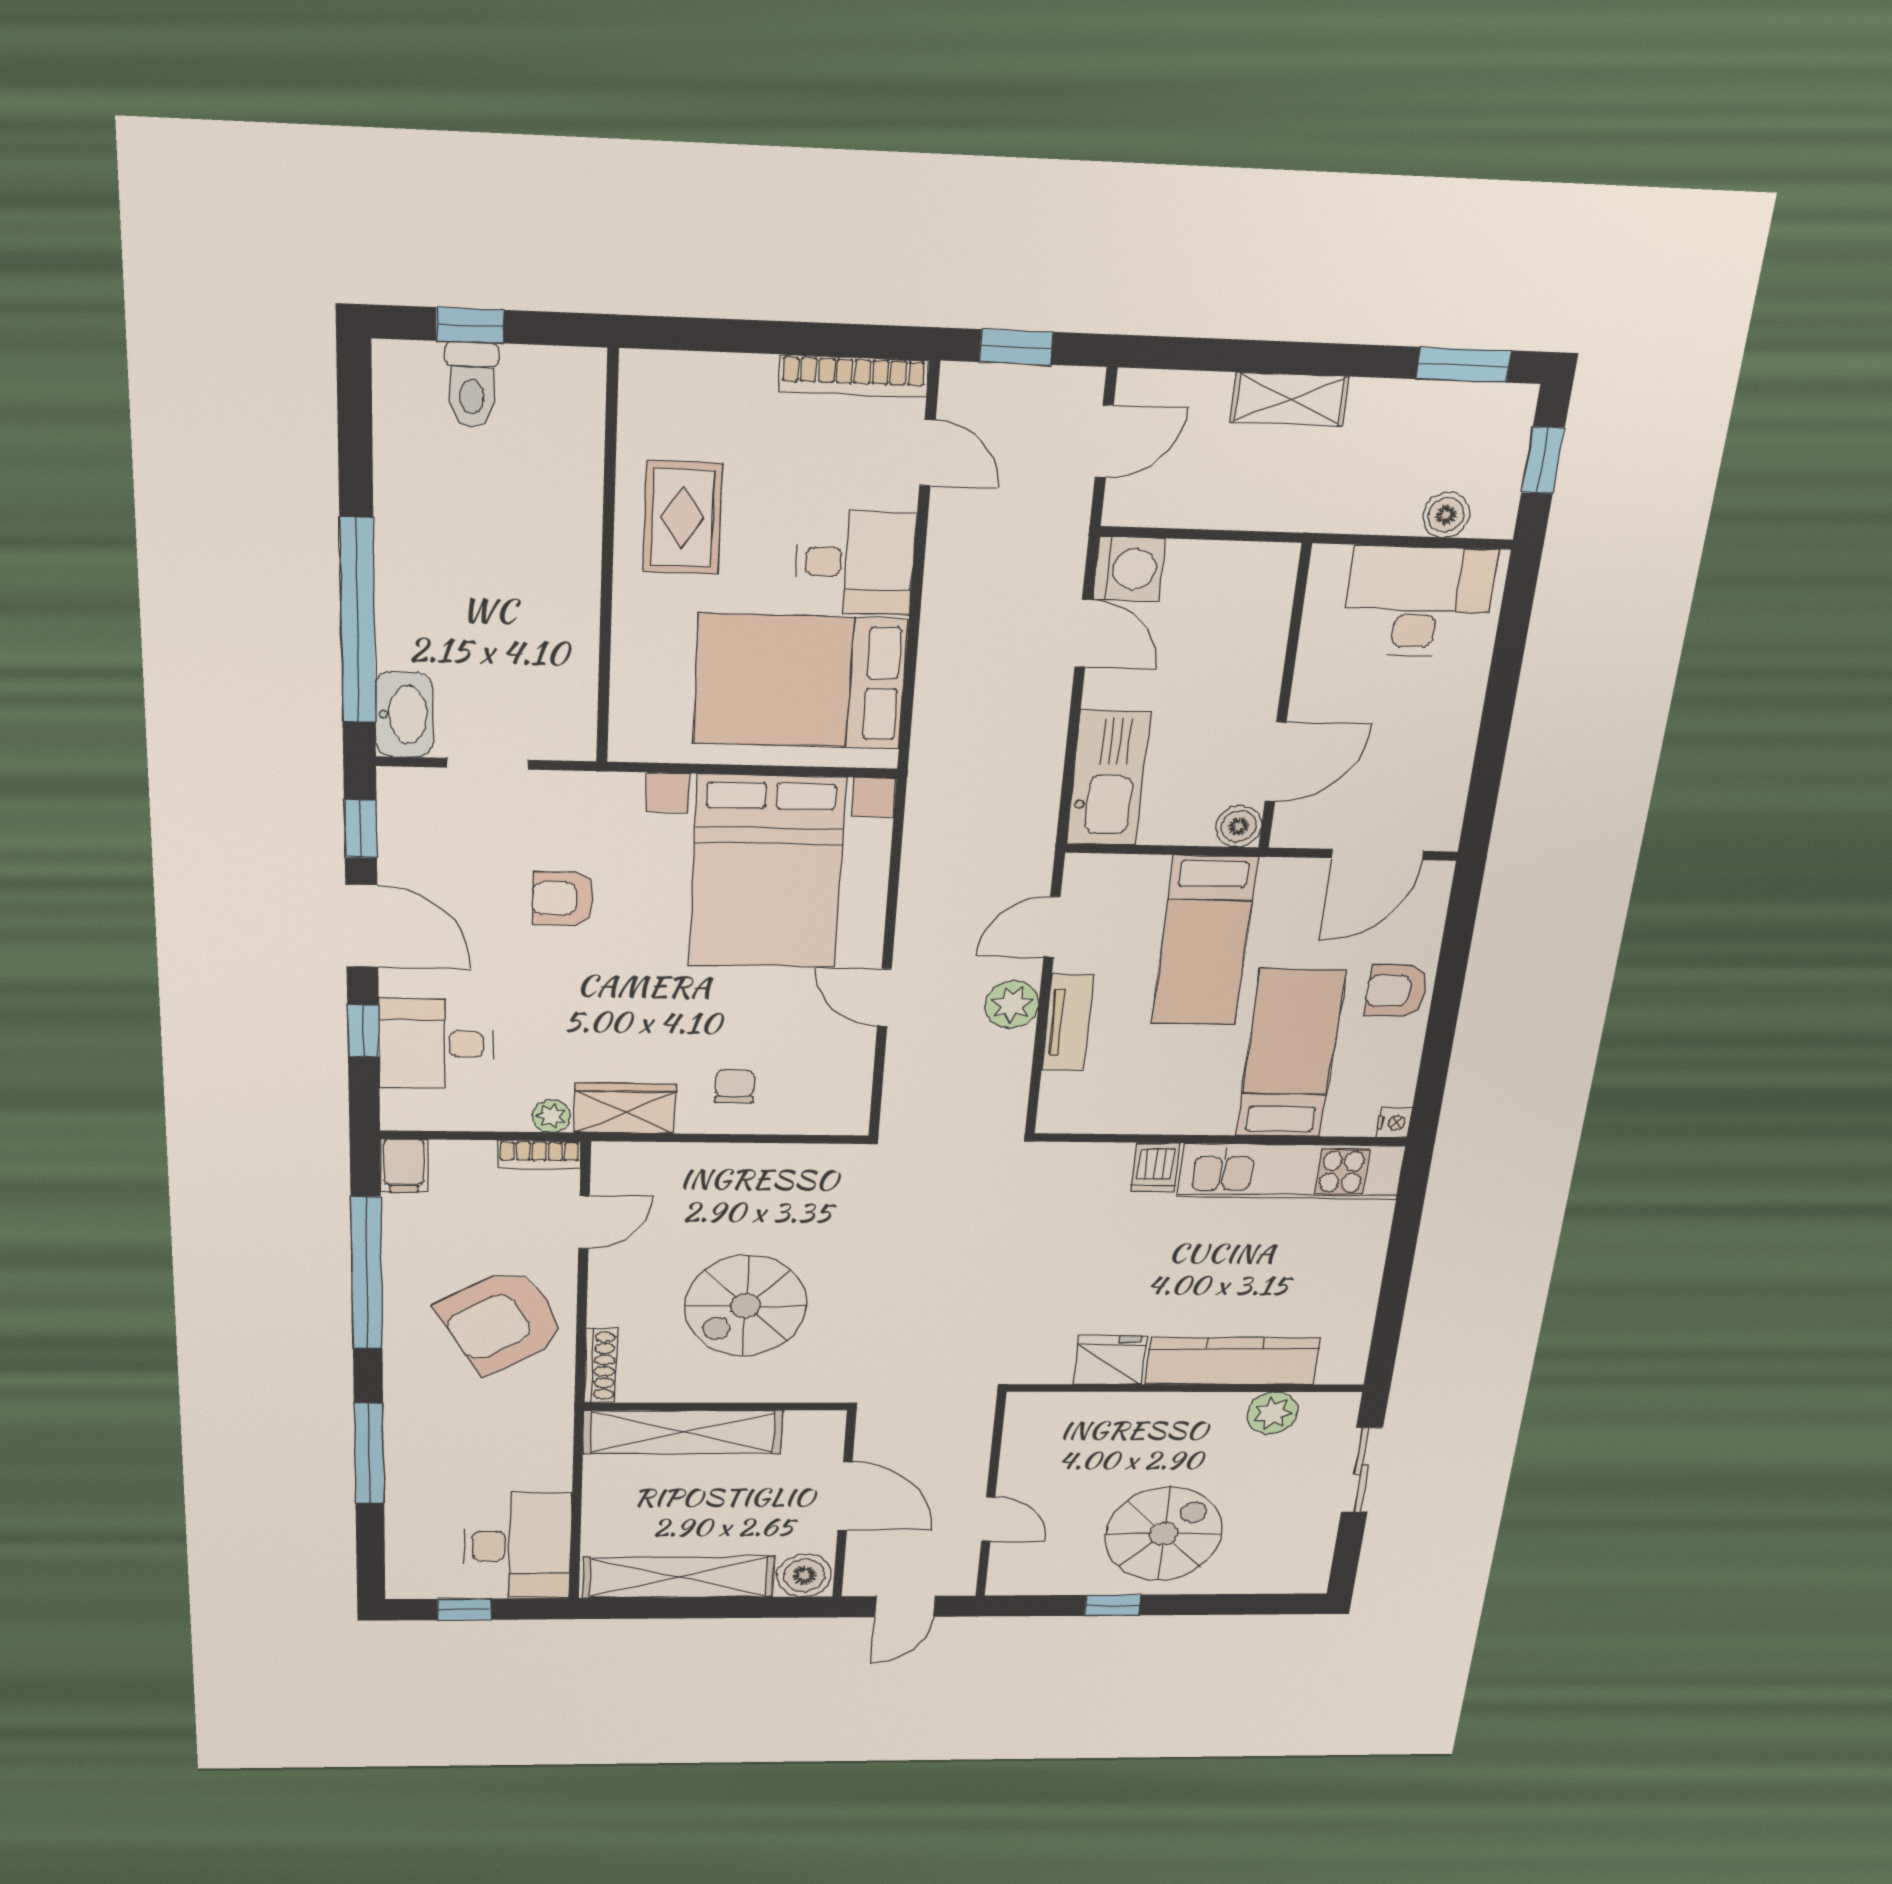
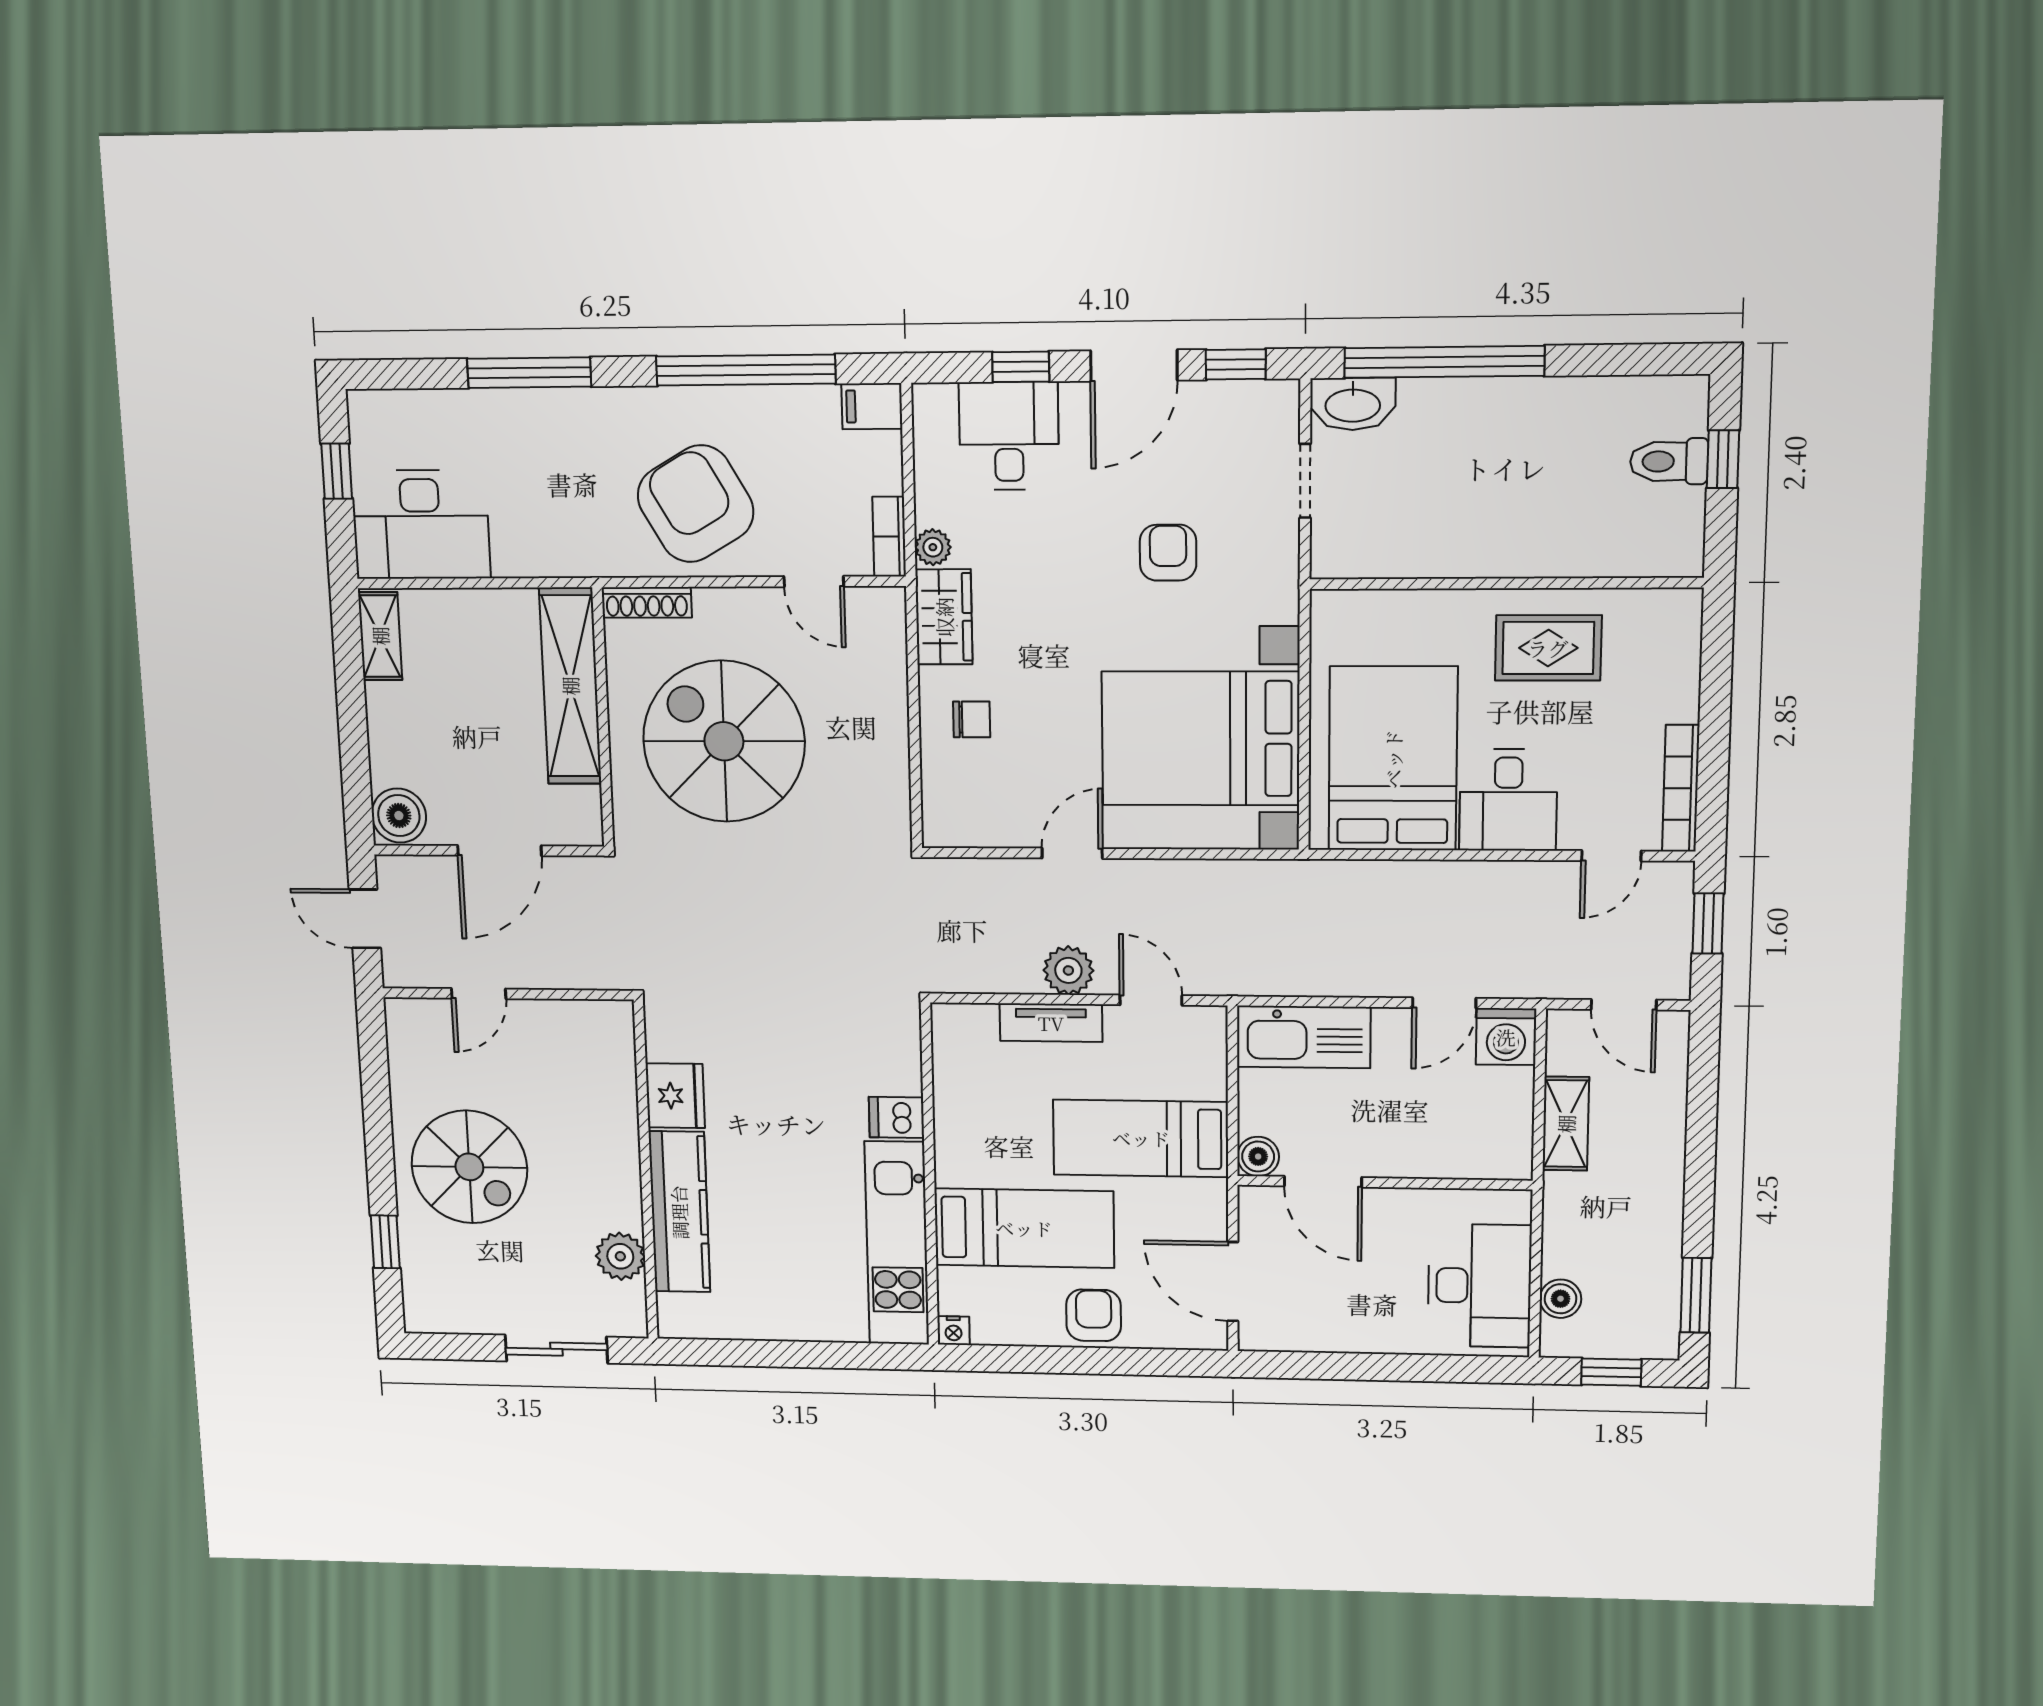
shelving: (1289, 399) -> (1566, 1124), moved
spiral stairs: (746, 1306) -> (724, 741), width x1.37, depth x1.37
shelving: (678, 1577) -> (380, 636), width x0.45, depth x0.75
window: (1112, 1605) -> (385, 1242), moved

